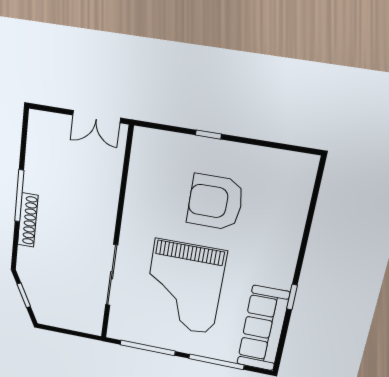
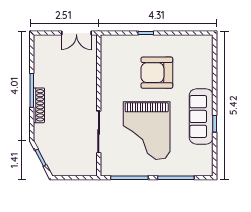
sofa: (263, 328) -> (201, 116), moved

